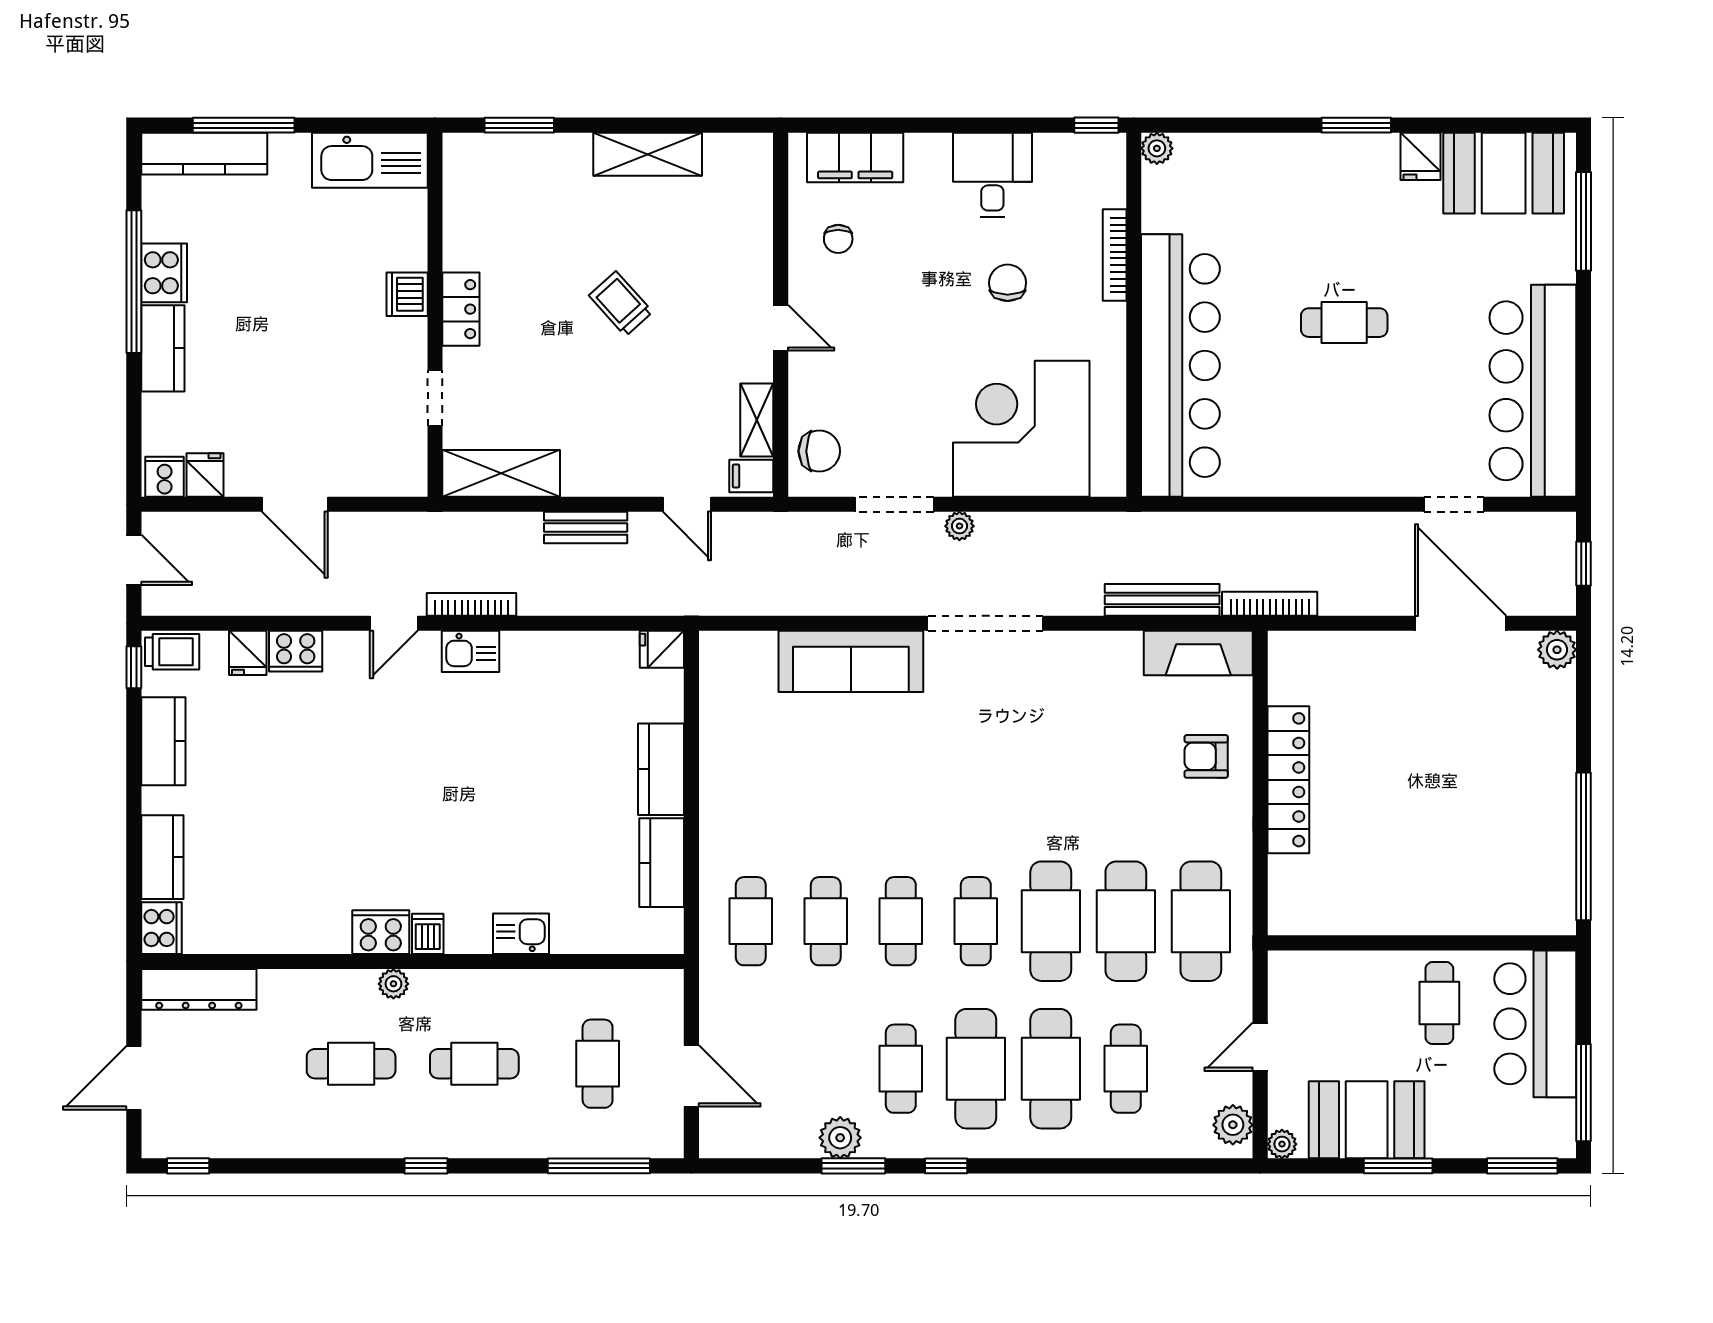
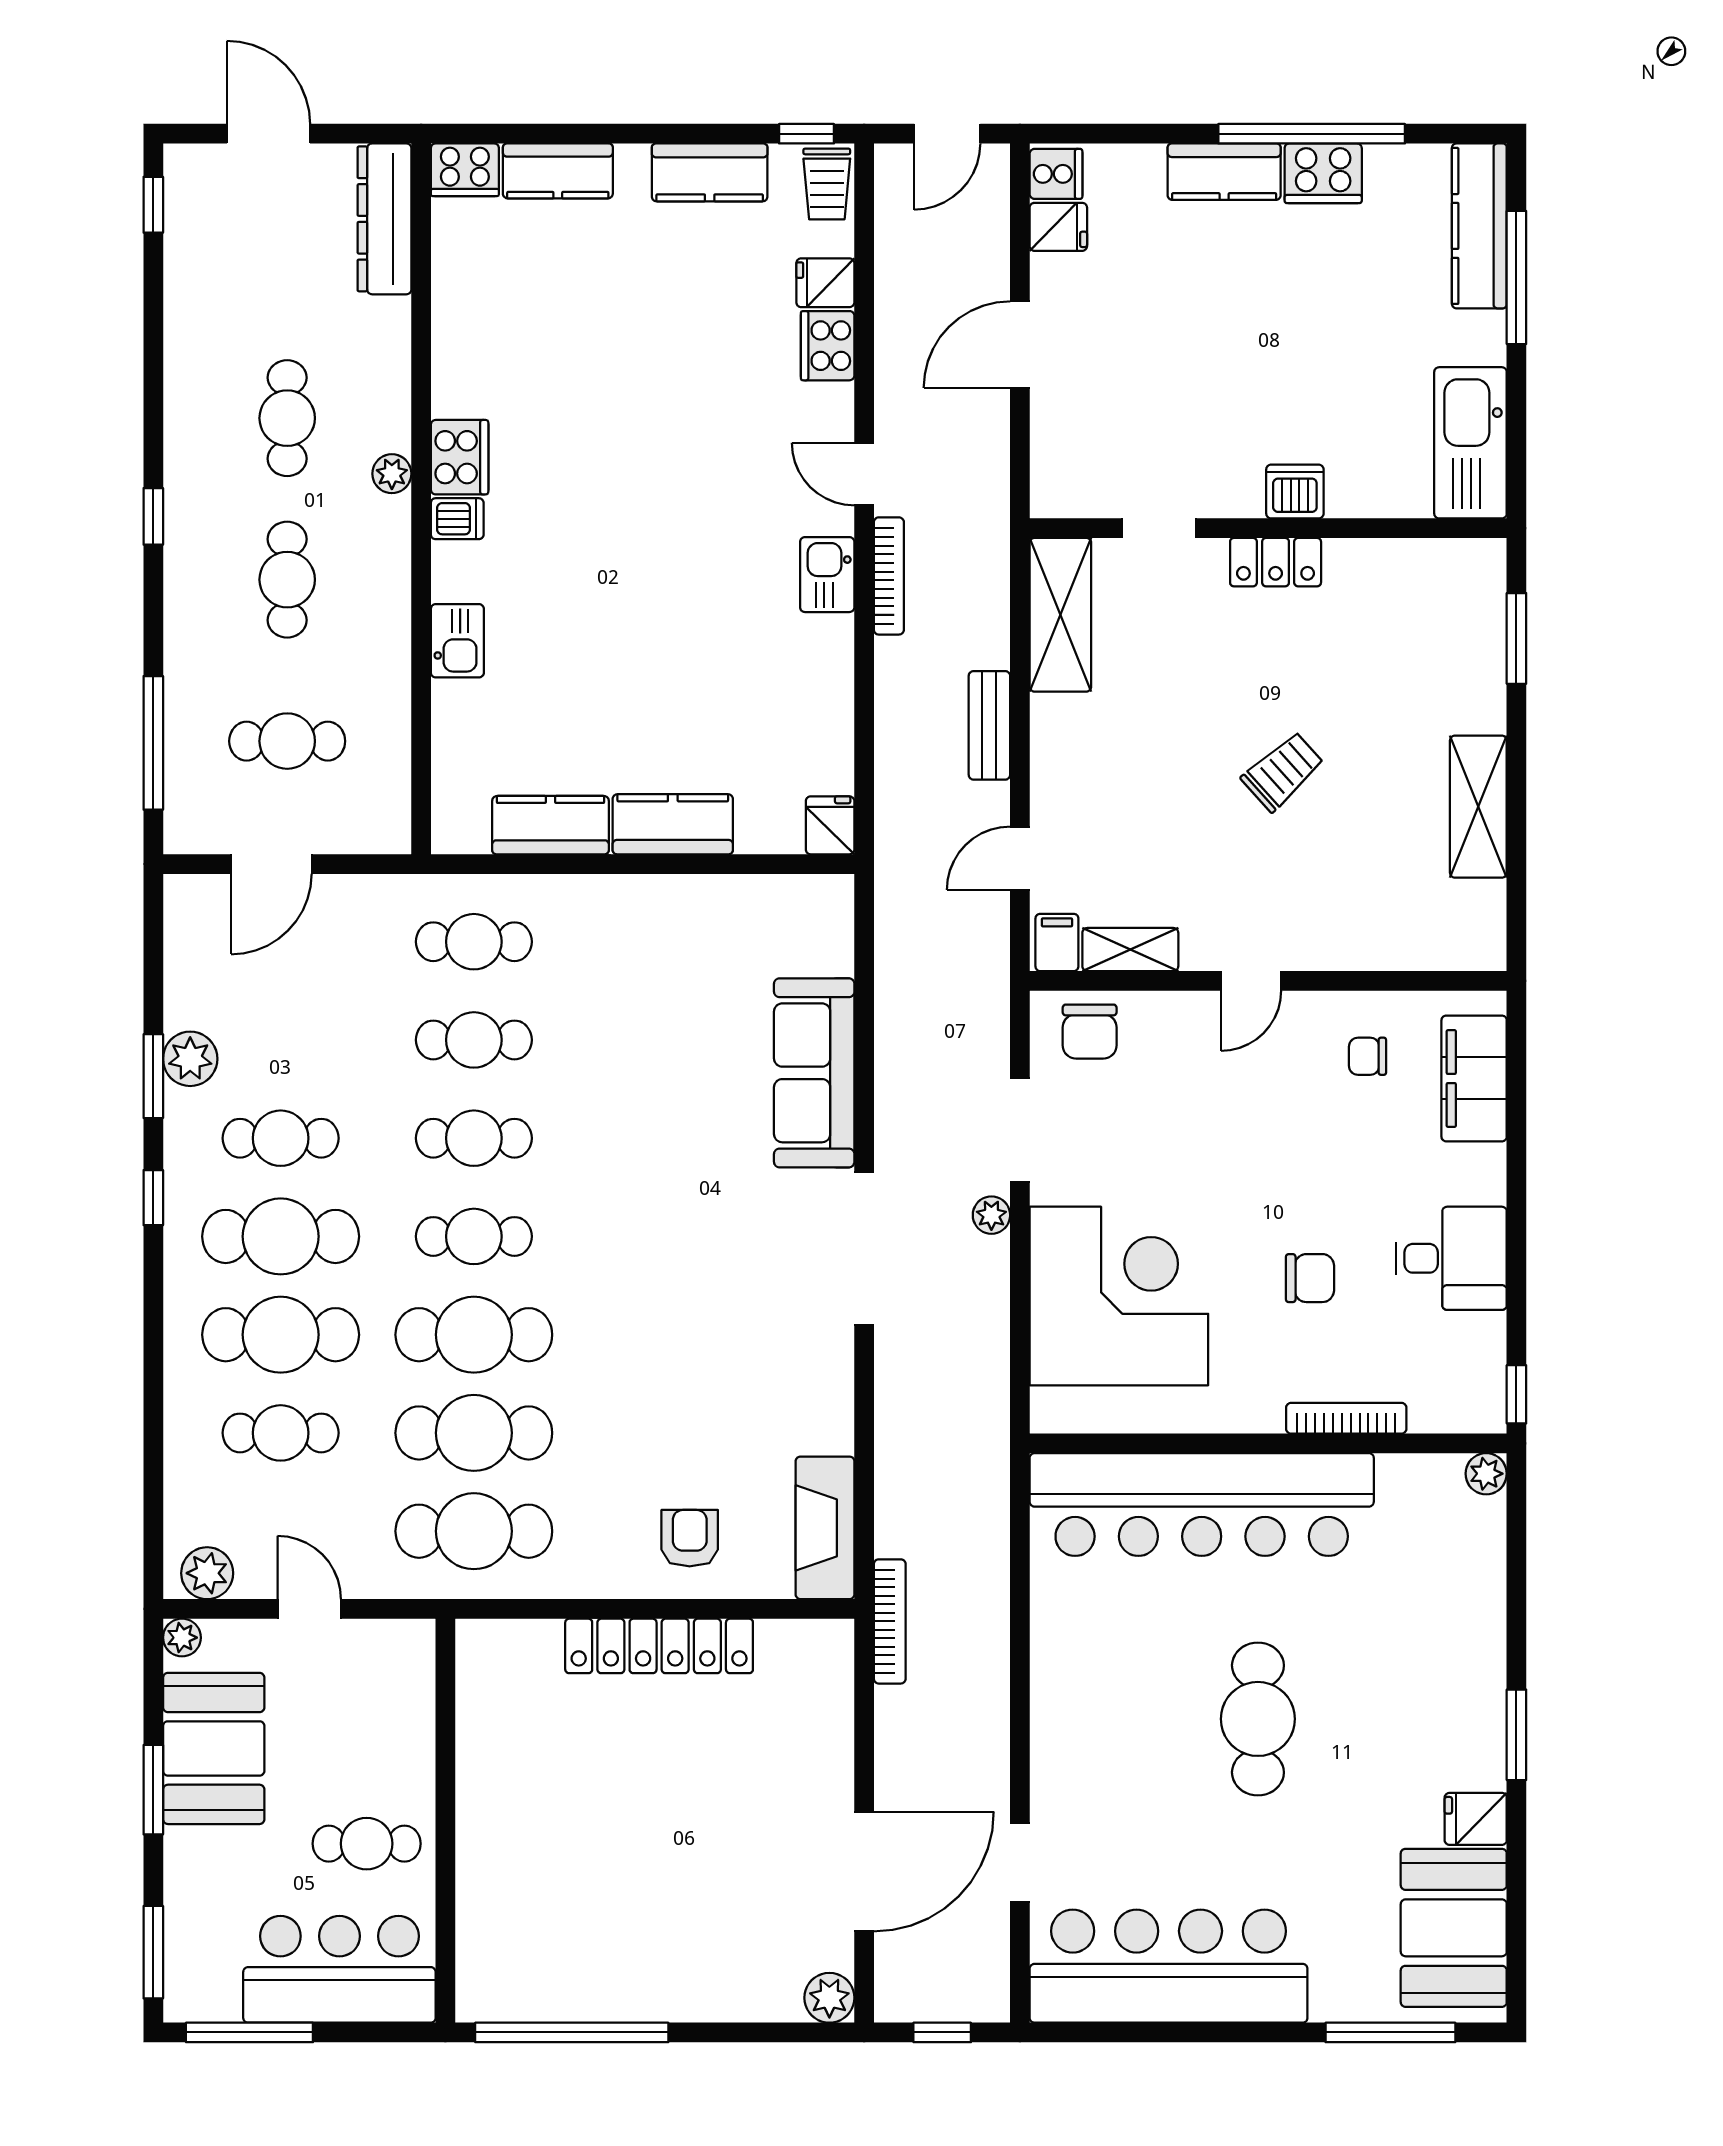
cafe table: (1344, 323) -> (1258, 1719), width x1.37, depth x1.35
bench: (1162, 600) -> (895, 1481), removed

